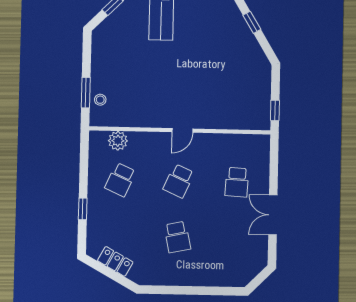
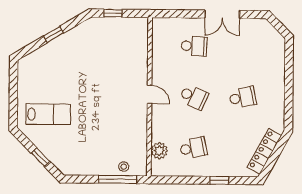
window: (86, 93) -> (118, 179), width x1.44
window: (275, 110) -> (113, 13), moved
school desk: (120, 180) -> (193, 148), turned -36
locker: (115, 261) -> (264, 151), width x1.53

